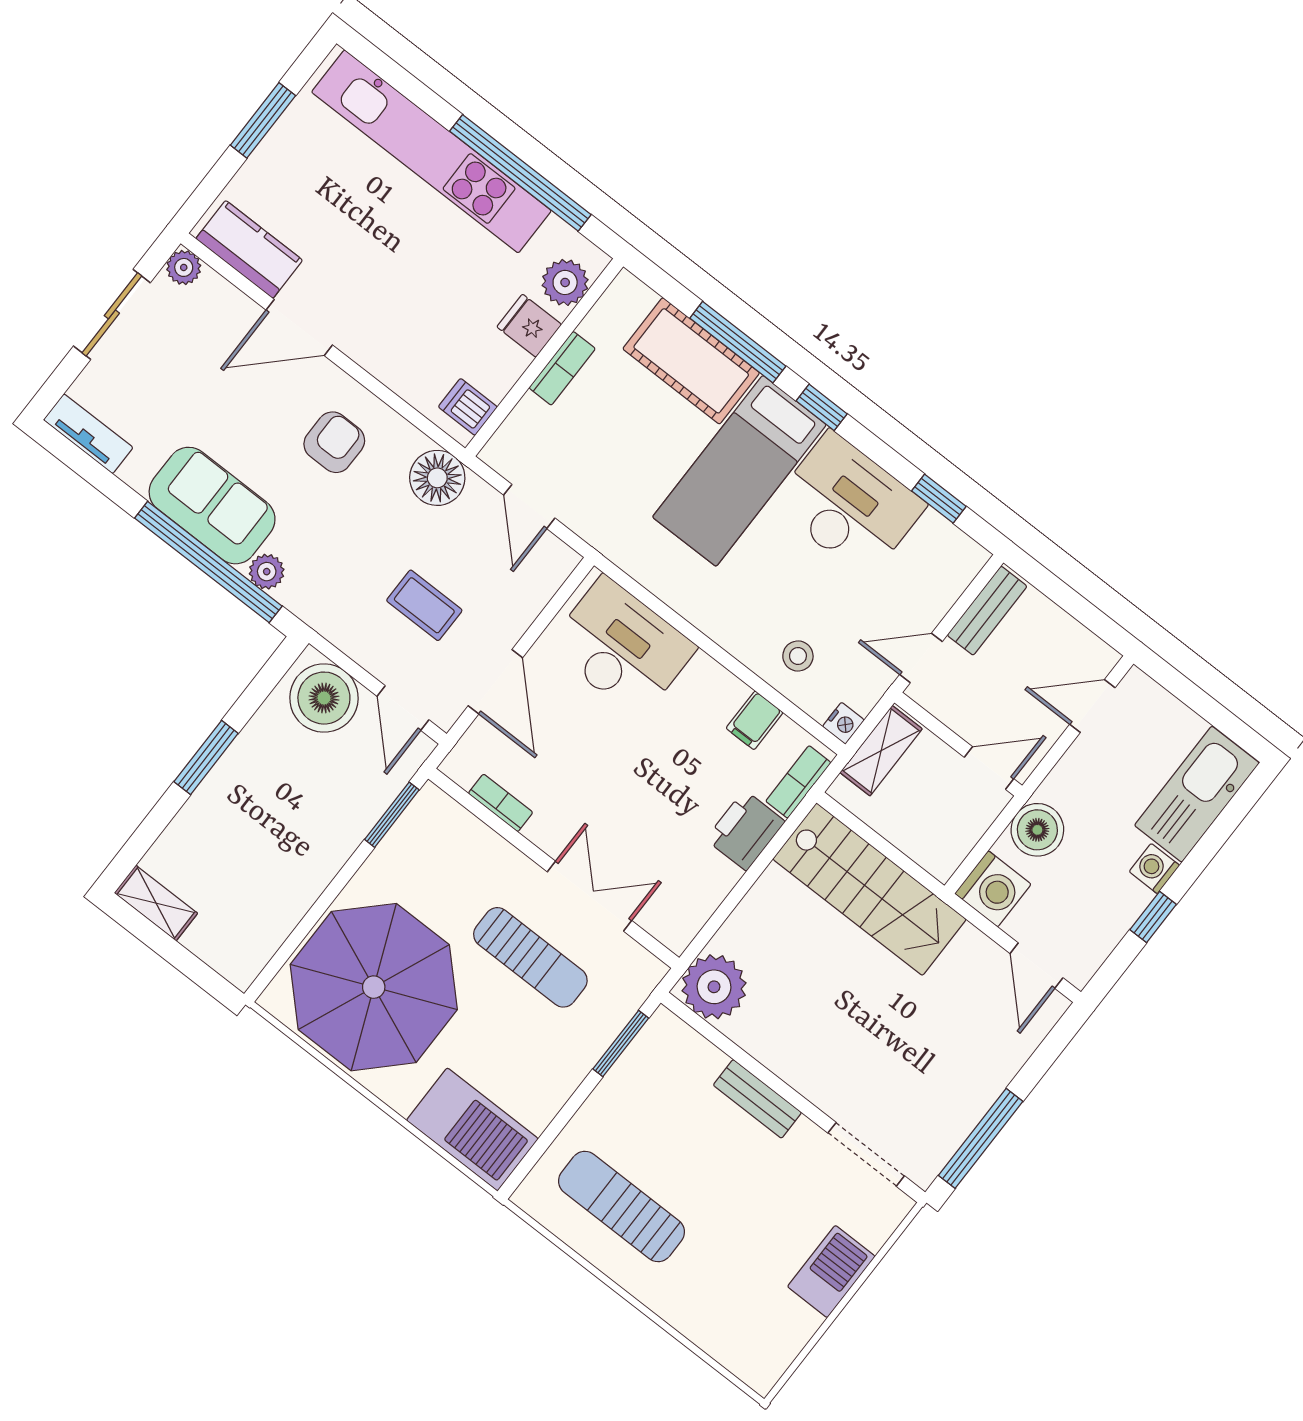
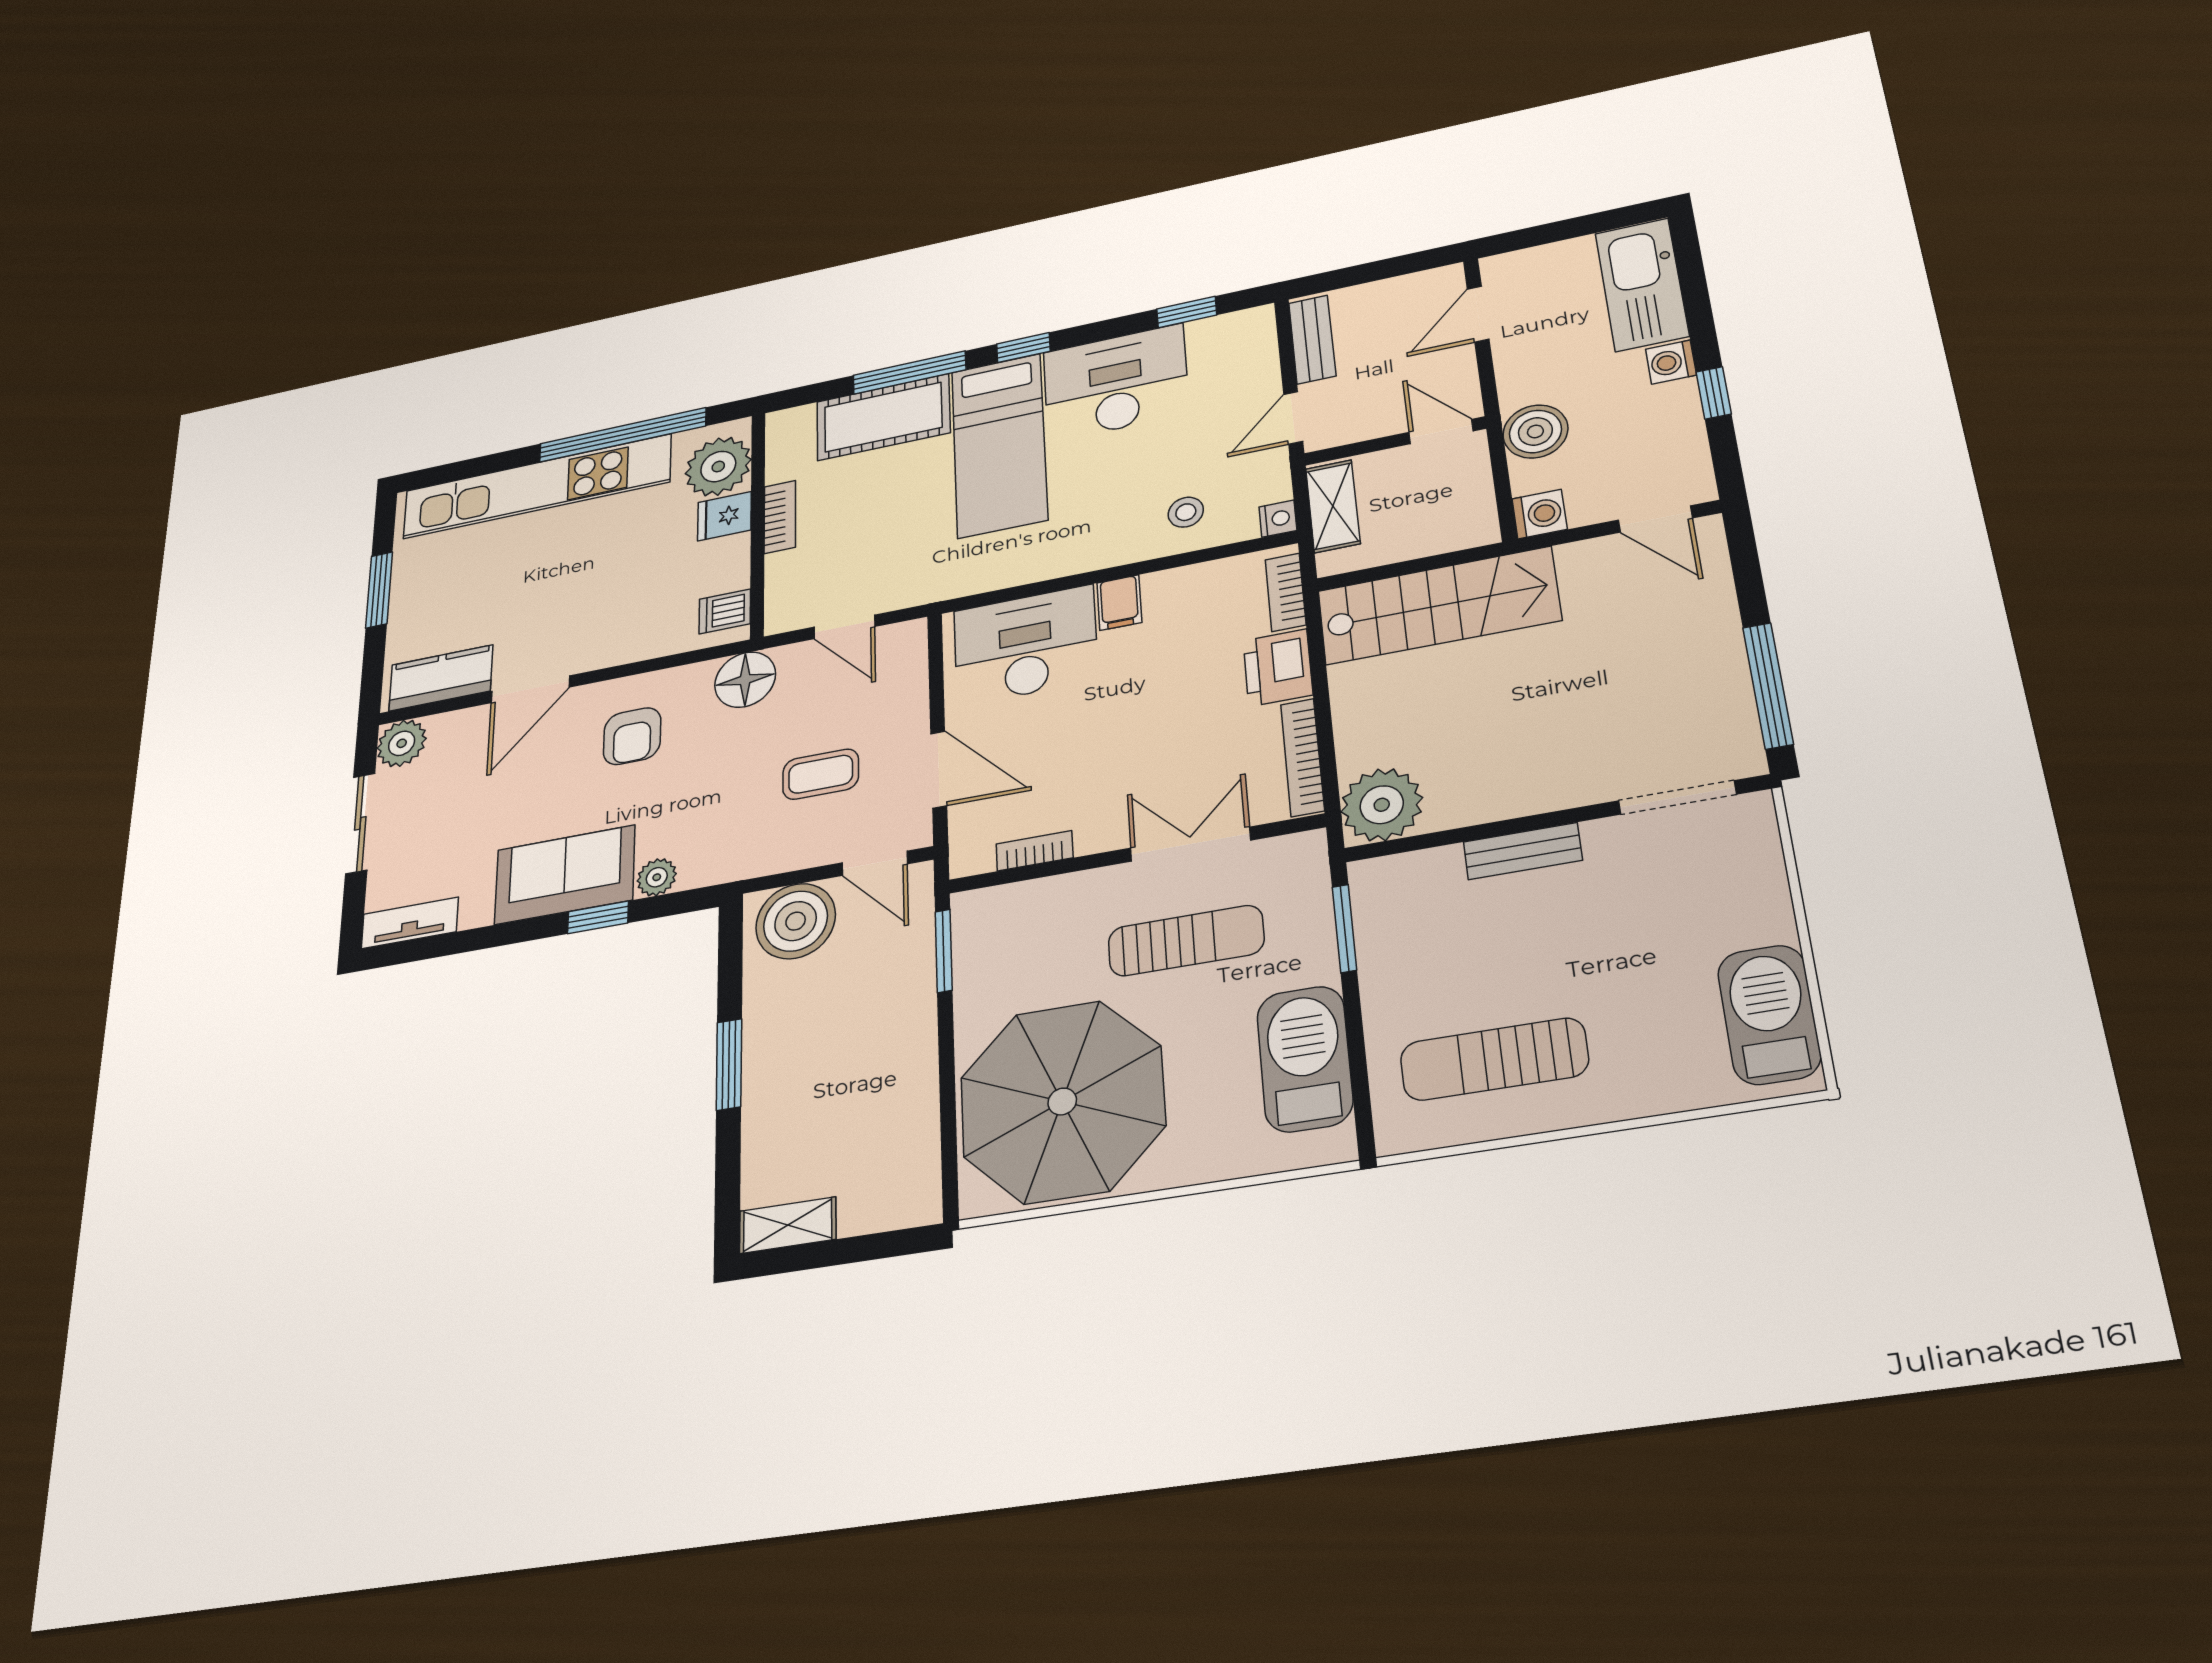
plant: (184, 267) -> (402, 743), width x1.38, depth x1.38
plant: (565, 282) -> (718, 467), width x1.36, depth x1.36
armchair: (334, 442) -> (632, 736), turned 180
window: (208, 562) -> (598, 917), width x0.32
filing cabinet: (755, 720) -> (1119, 603), moved
door: (989, 768) -> (1441, 432), hinge flipped
washing machine: (993, 889) -> (1540, 514), width x0.73, depth x0.73
bookcase: (702, 907) -> (1302, 757), added
barbecue: (472, 1129) -> (1305, 1059), moved, turned -90
barbecue: (831, 1272) -> (1769, 1015), moved, width x1.37, depth x1.21

